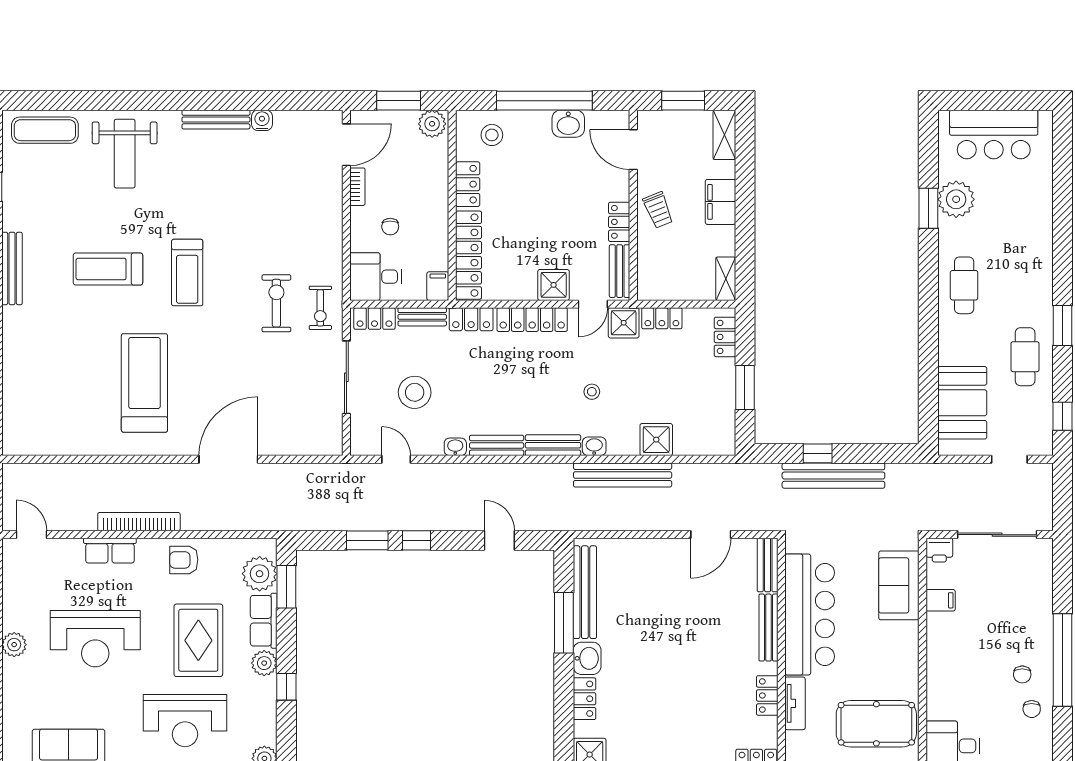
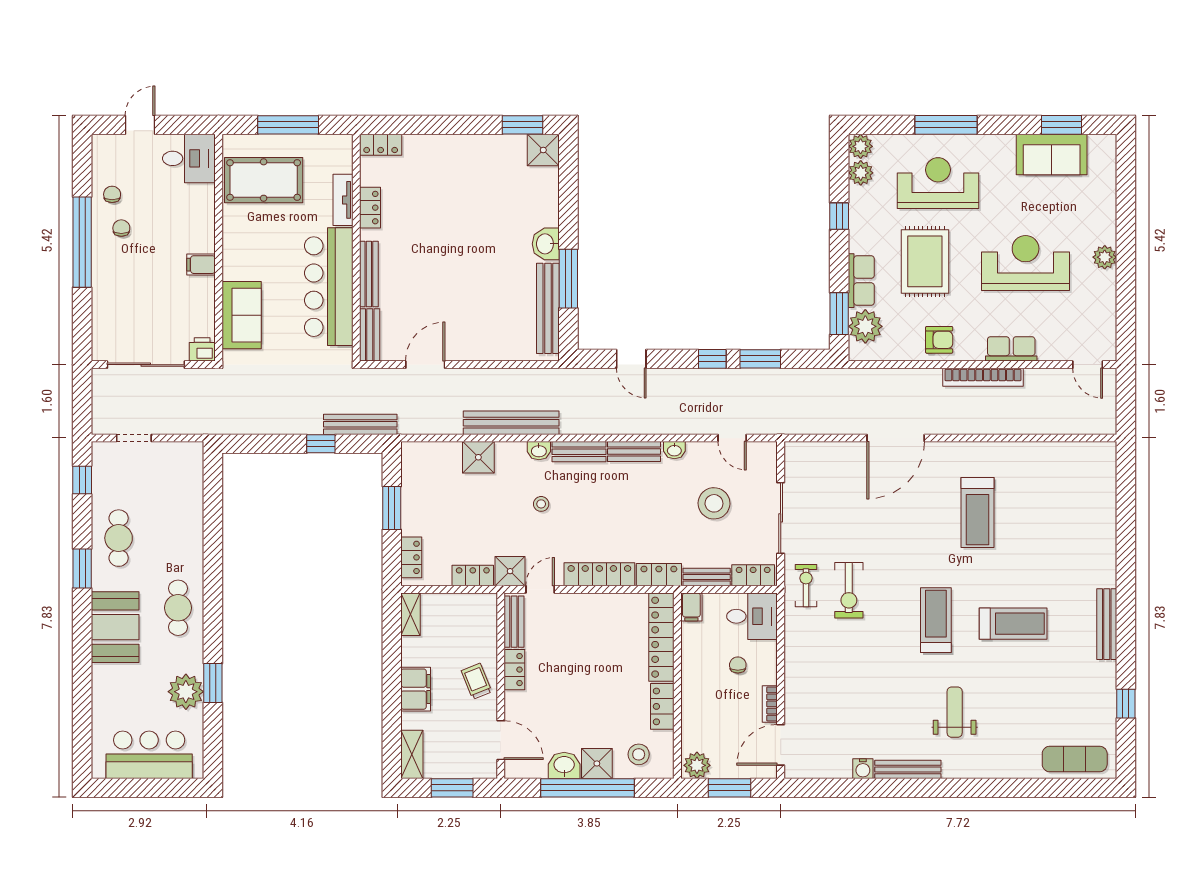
weight bench: (125, 154) -> (955, 712), moved, width x0.73, depth x0.75
shower: (554, 285) -> (597, 763), moved
treadmill: (144, 383) -> (978, 513), width x0.73, depth x0.73
booth: (962, 403) -> (115, 627), moved
bench: (833, 476) -> (360, 424), moved, width x0.73, depth x0.82
filing cabinet: (941, 600) -> (201, 265), moved
plant: (264, 663) -> (861, 173), moved
locker: (584, 699) -> (548, 204), removed

